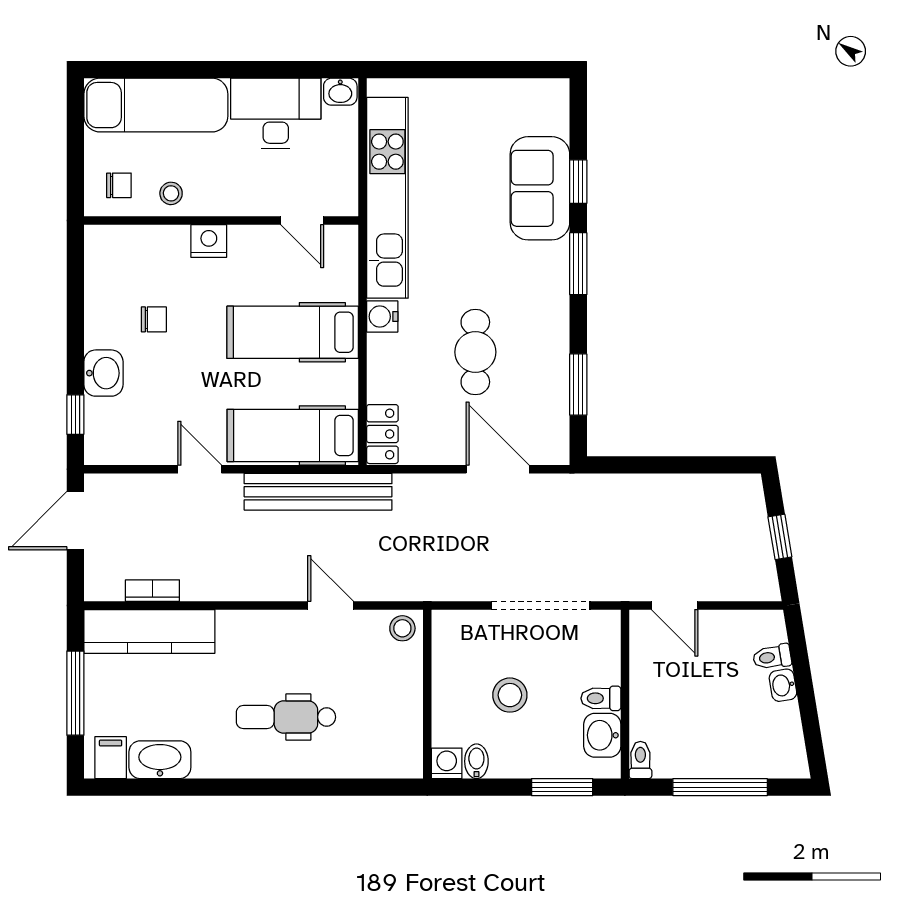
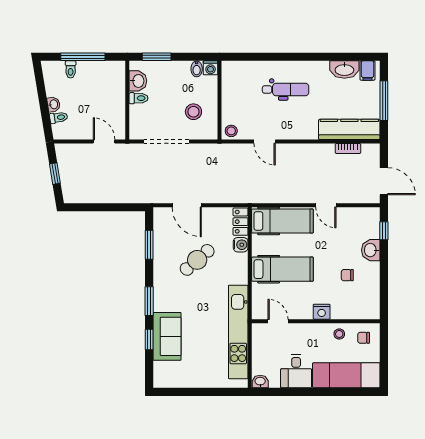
desk: (276, 114) -> (296, 371), width x0.73
water cooler: (382, 317) -> (241, 245), moved
cafe table: (475, 352) -> (197, 260), turned 49
bench: (318, 492) -> (271, 195), removed
door: (75, 521) -> (384, 181), hinge flipped
stool: (510, 695) -> (193, 112), moved
toilet: (640, 760) -> (71, 69), moved

